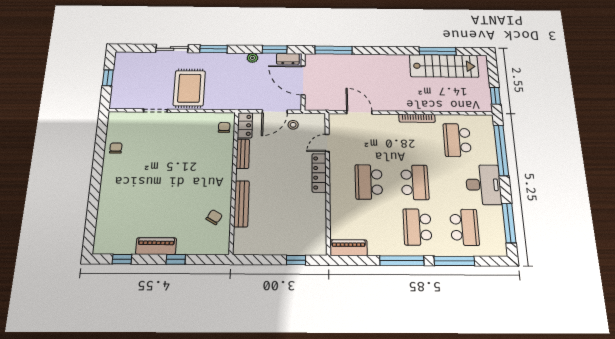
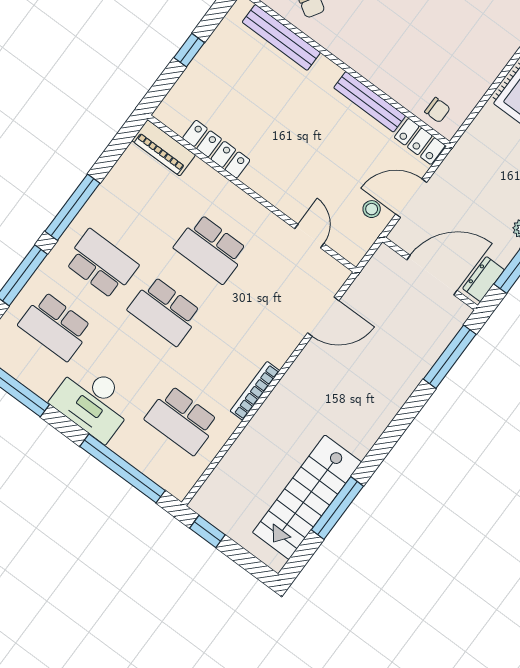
door: (275, 112) -> (411, 198), hinge flipped
school desk: (457, 140) -> (182, 420), turned 180
bench: (243, 154) -> (370, 102), width x1.36
locker: (319, 173) -> (216, 149), moved
school desk: (369, 182) -> (211, 249), turned 180
bench: (242, 204) -> (281, 37), moved
piano: (349, 248) -> (164, 148), moved, turned 90
window: (296, 260) -> (189, 50), moved

